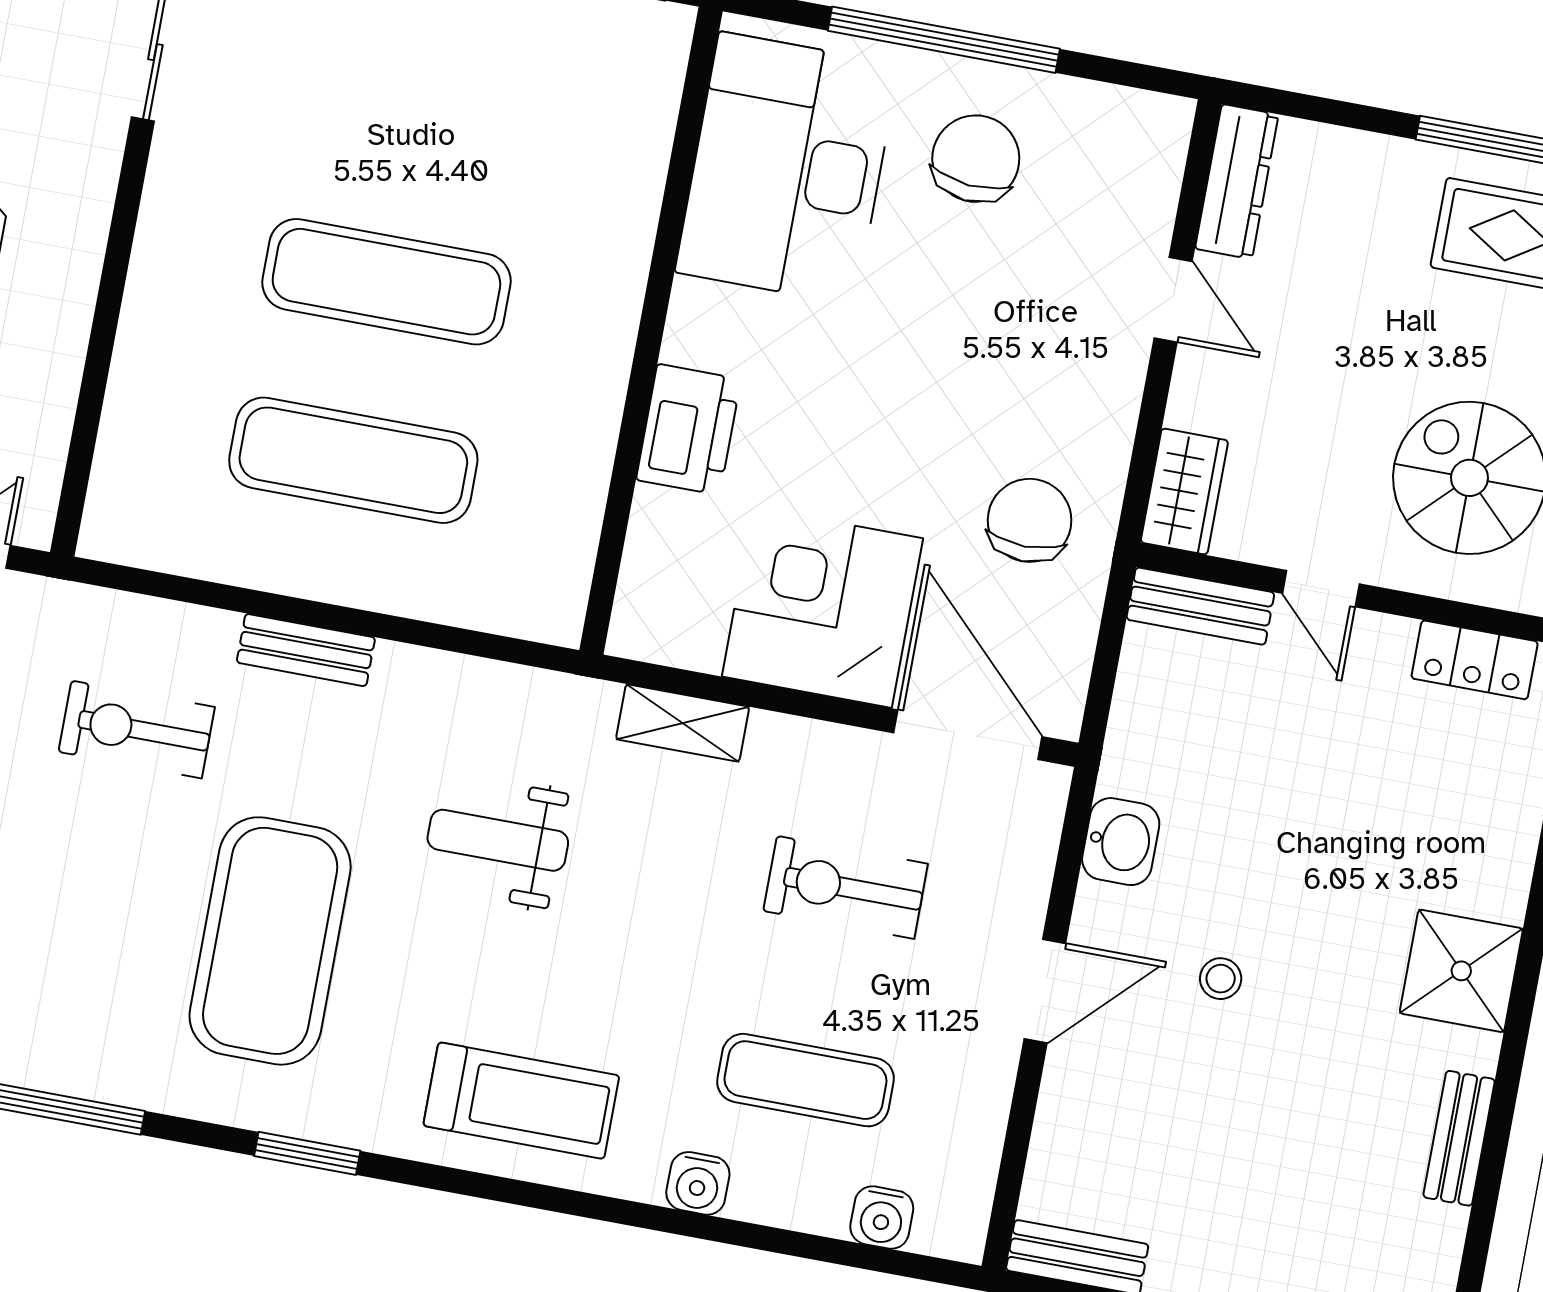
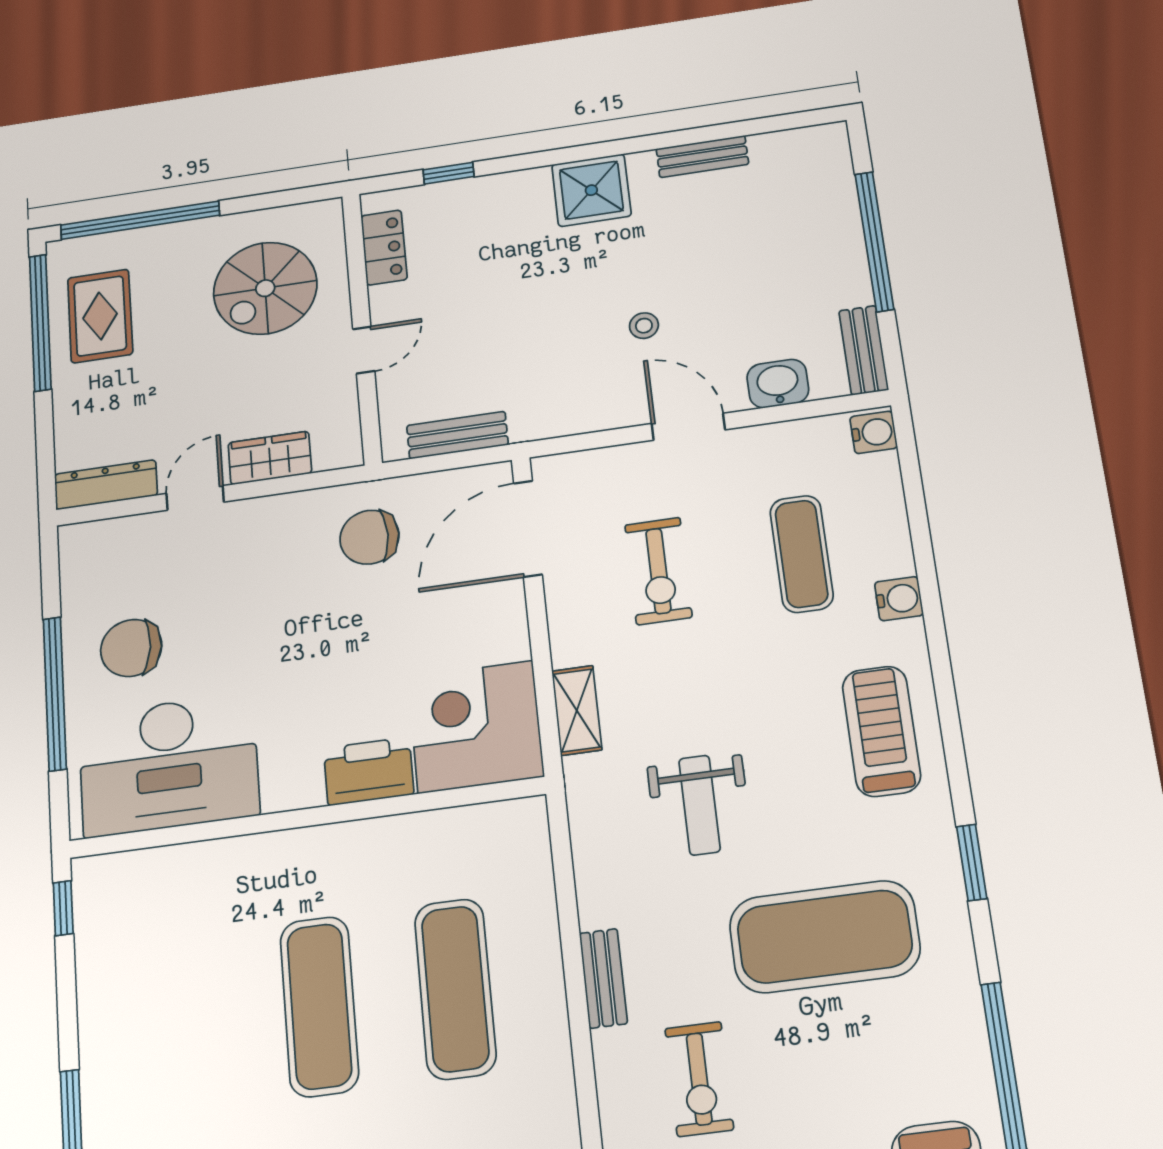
wardrobe: (1184, 491) -> (270, 458), moved
bench: (1200, 606) -> (457, 435), moved, turned 90
corner desk: (822, 607) -> (476, 727), moved, turned 90
washbasin: (1121, 842) -> (778, 384), moved
water cooler: (882, 1218) -> (874, 432), moved

